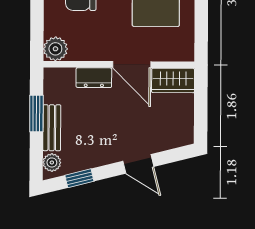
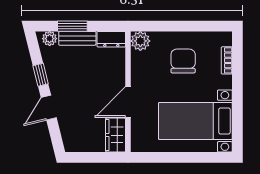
dresser: (94, 78) -> (111, 39), moved, turned -90
window: (36, 113) -> (72, 26), moved
window: (79, 178) -> (41, 75), moved

